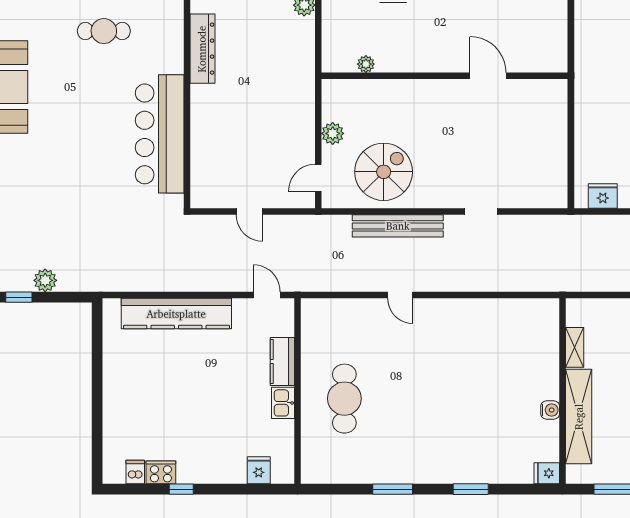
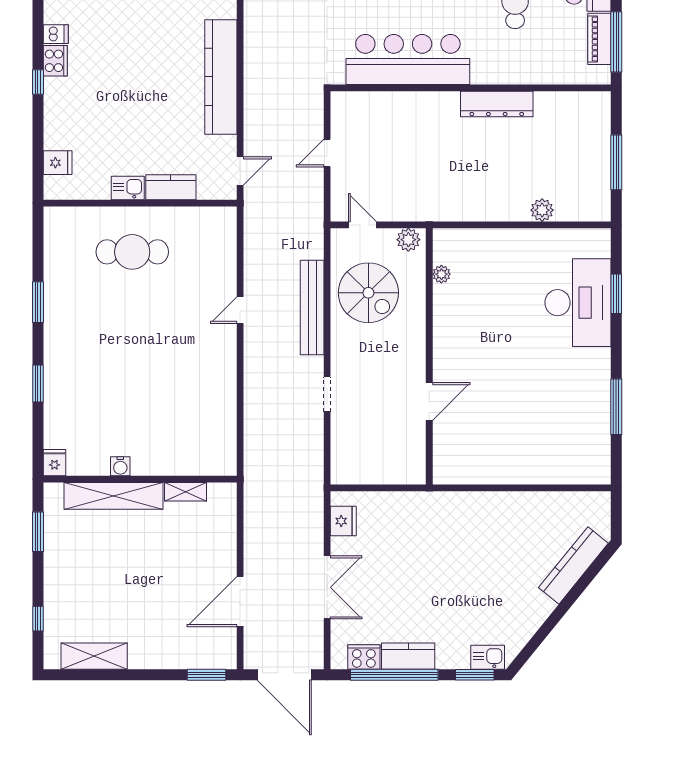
plant: (366, 64) -> (441, 274), moved
wall: (445, 76) -> (429, 356), moved
door: (488, 76) -> (429, 401), moved

